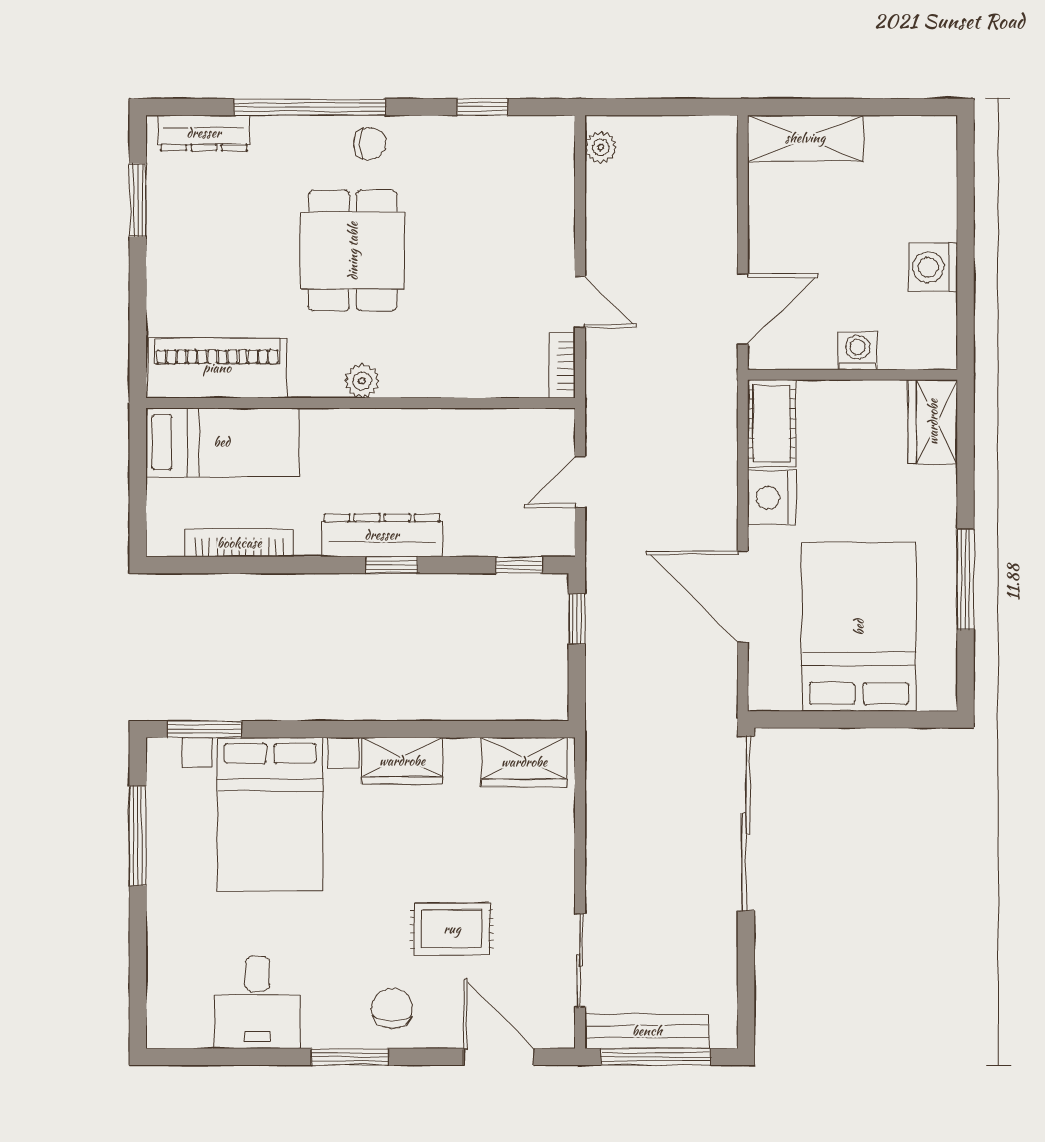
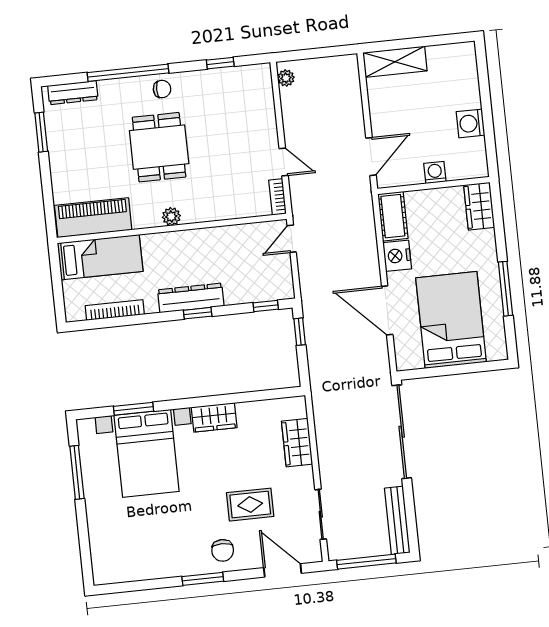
door: (580, 482) -> (292, 239), moved
window: (205, 729) -> (134, 409), moved
wardrobe: (524, 762) -> (297, 443), moved, turned 90
desk: (257, 1002) -> (150, 555), removed
chair: (392, 1008) -> (223, 550), turned 180
bench: (647, 1031) -> (397, 520), moved, turned 90

